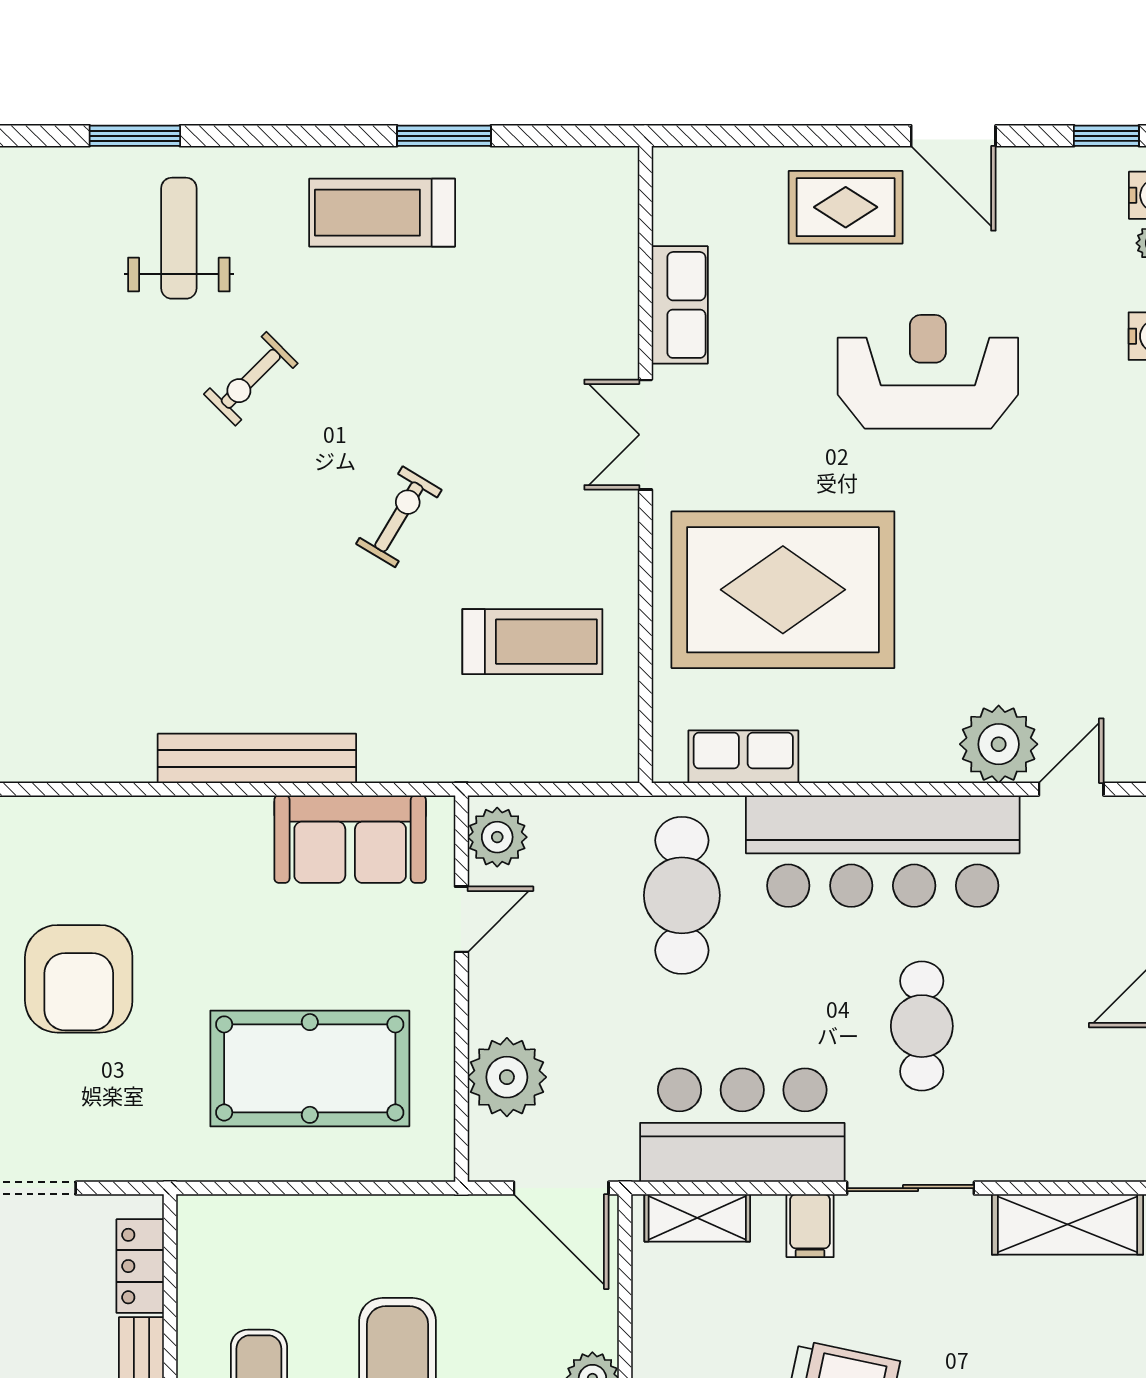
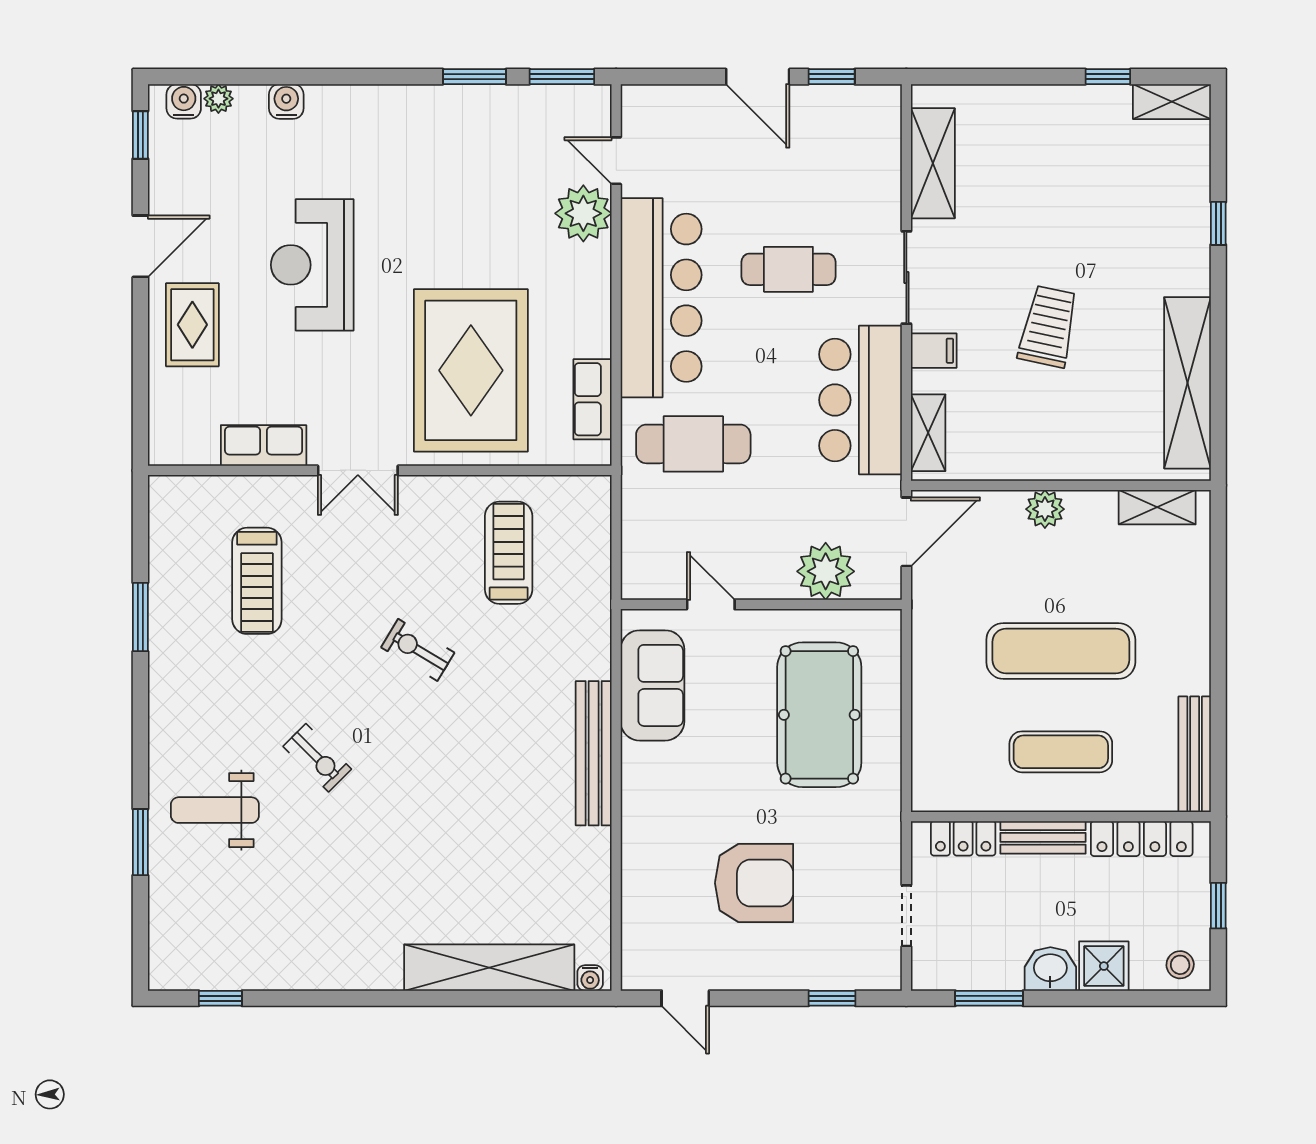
treadmill: (382, 213) -> (257, 581), moved
plant: (497, 837) -> (651, 578), removed

